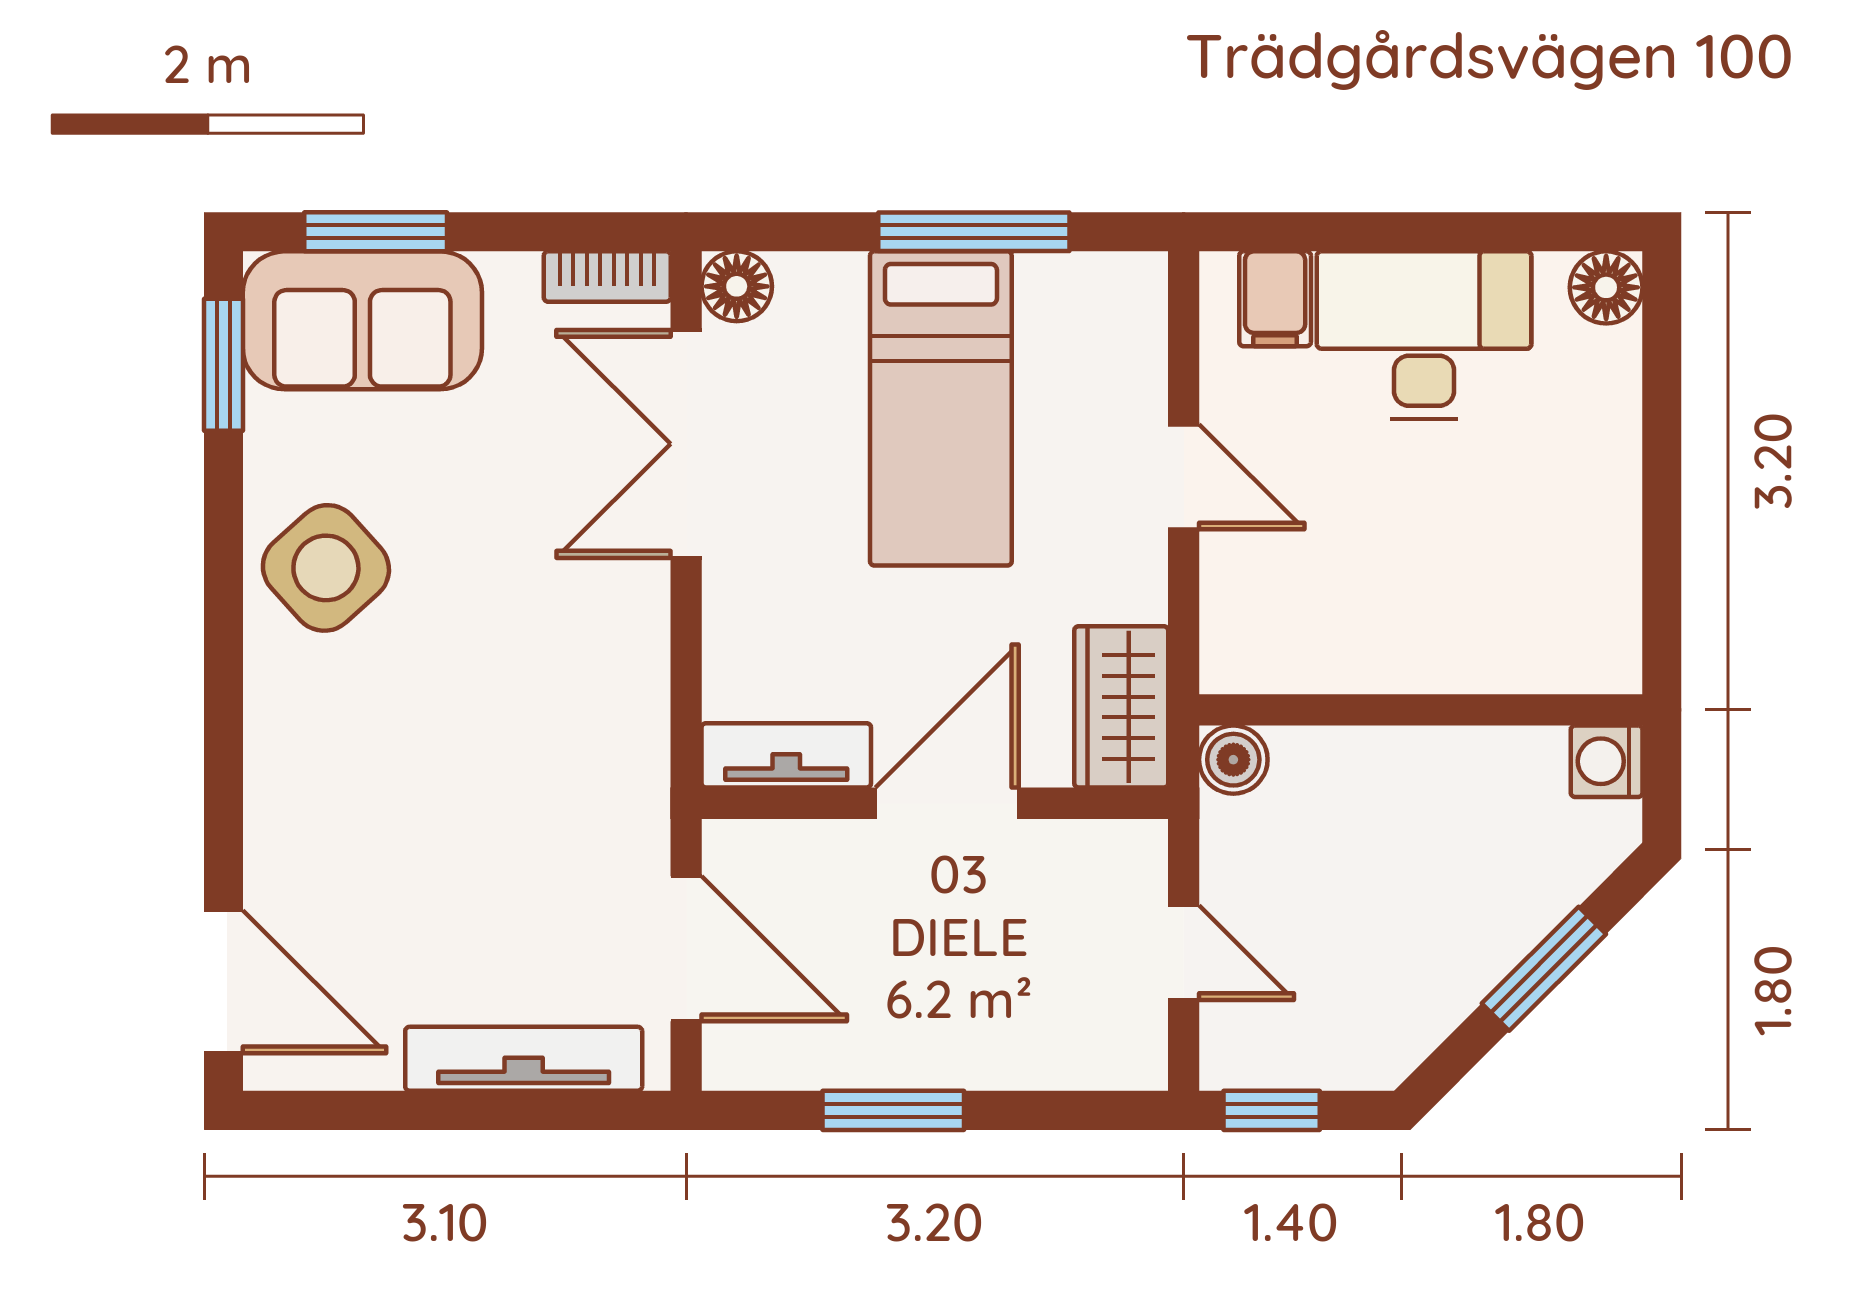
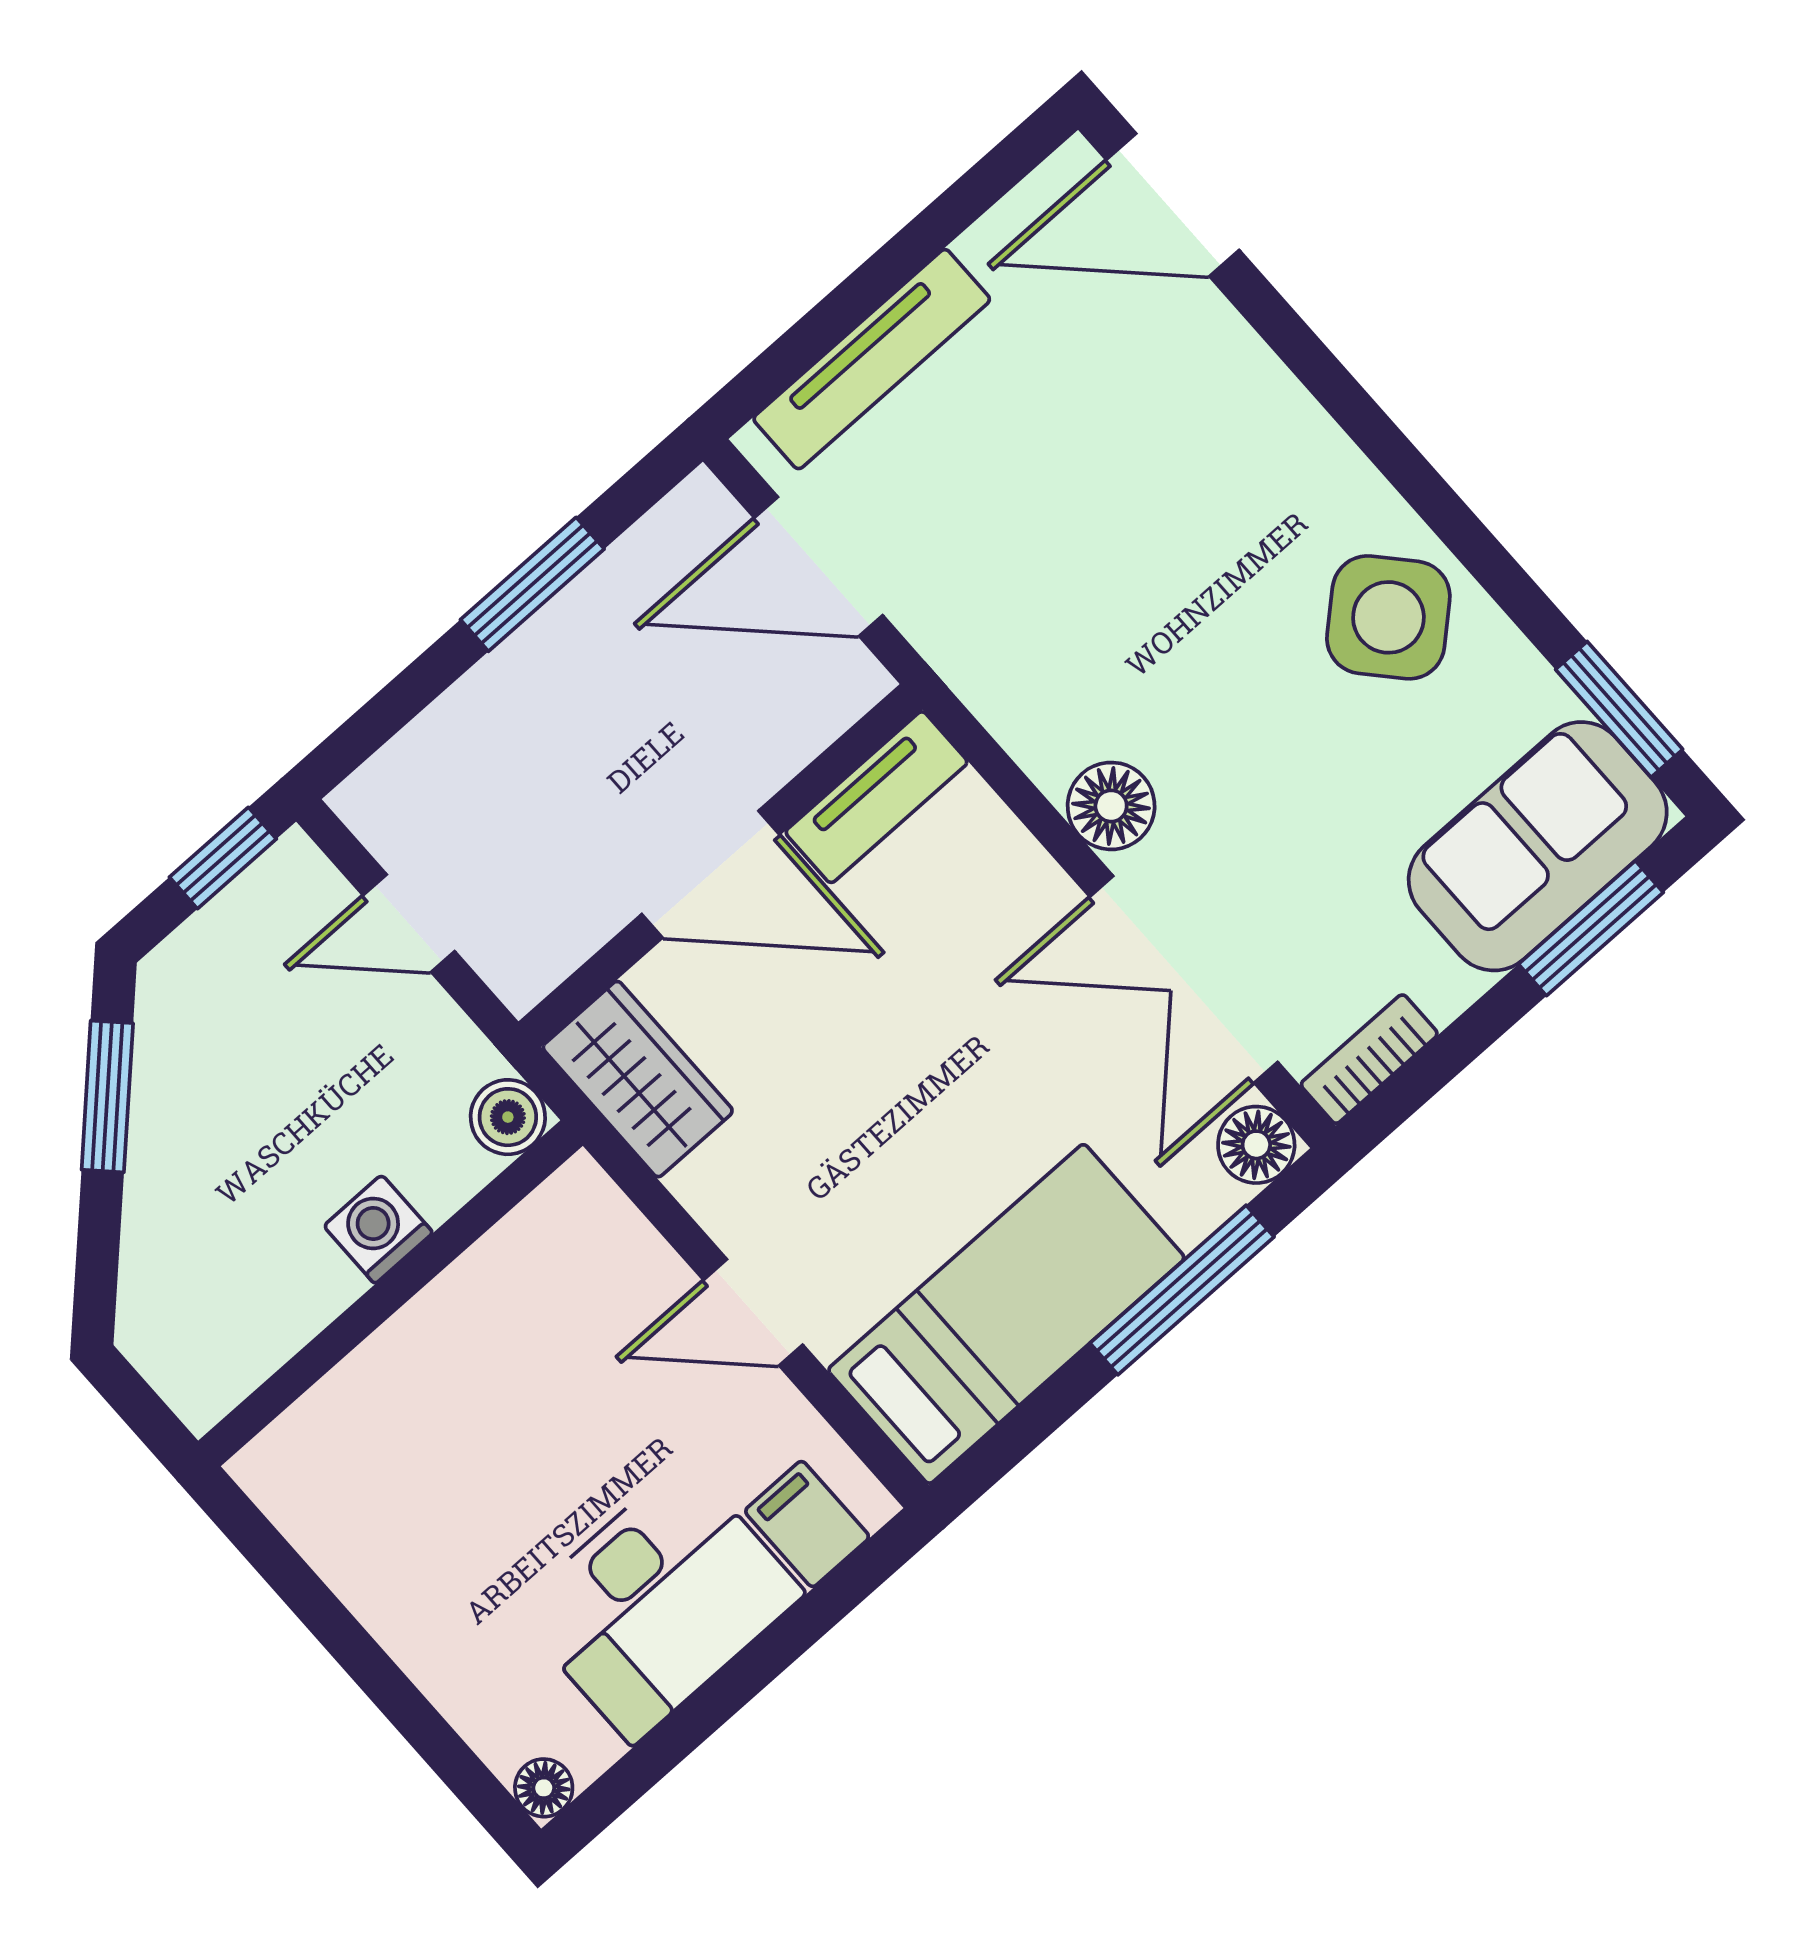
window: (974, 232) -> (1182, 1290), moved
floor lamp: (1606, 287) -> (544, 1788), width x0.73, depth x0.73
bed: (941, 408) -> (1006, 1314), moved, turned 90
double door: (686, 444) -> (1184, 979), swing flipped
floor lamp: (631, 607) -> (1111, 806), added
washing machine: (1607, 761) -> (378, 1229), moved, turned -90
door: (947, 803) -> (710, 874), hinge flipped
window: (1544, 969) -> (107, 1096), moved

